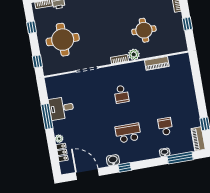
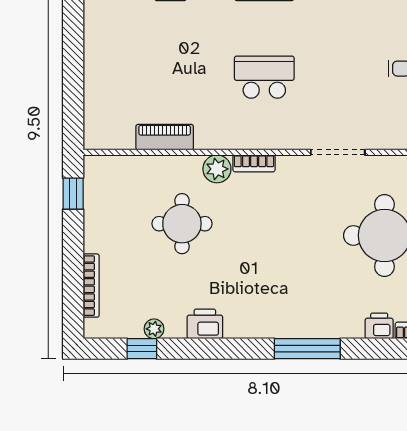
window: (187, 24) -> (73, 194), moved
school desk: (121, 94) -> (264, 77), width x1.85

